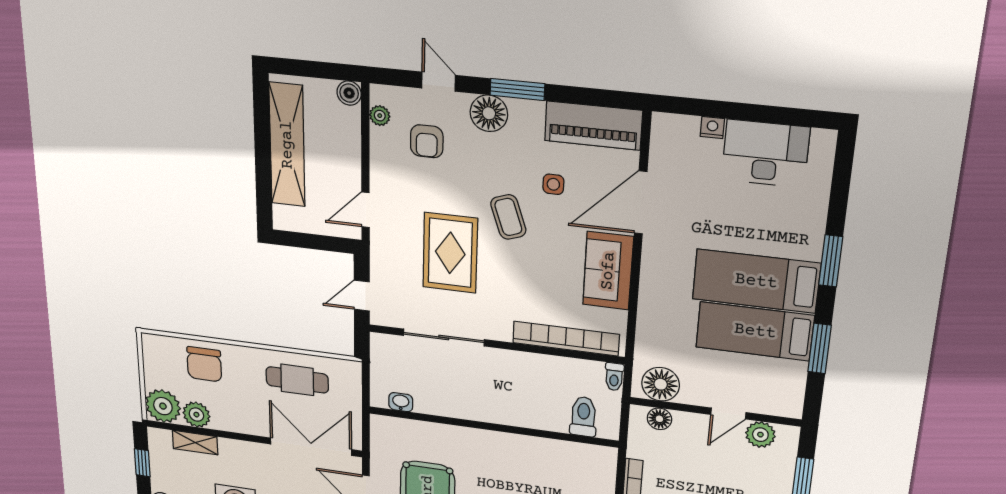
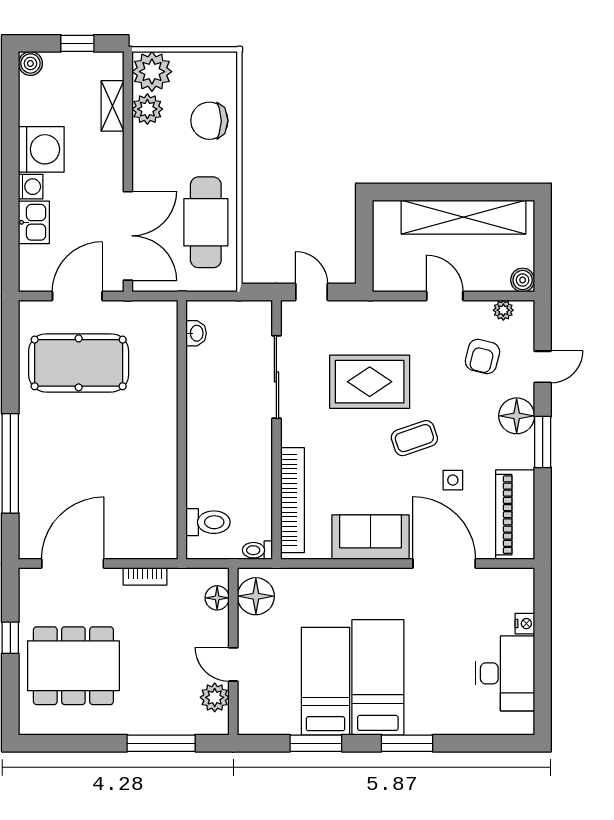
armchair: (427, 141) -> (482, 356), turned -76
door: (366, 210) -> (445, 296), moved
cafe table: (297, 380) -> (206, 222), width x1.37, depth x1.35

